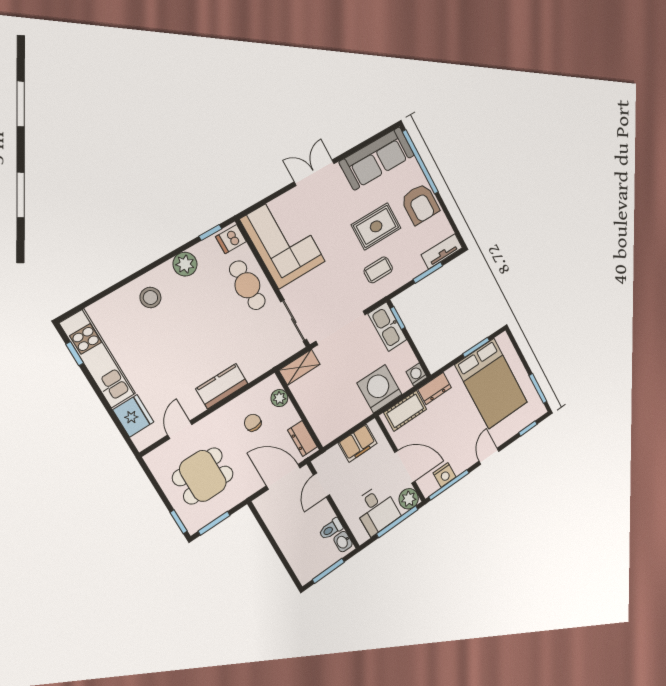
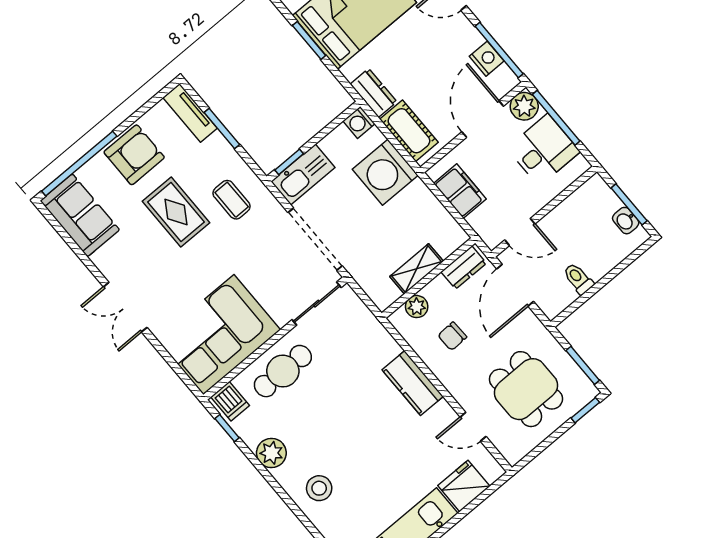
sofa: (377, 158) -> (80, 215), width x0.73
shelving: (300, 367) -> (417, 269), moved, turned 90
toilet: (331, 529) -> (578, 279), moved, turned 180
washbasin: (343, 542) -> (626, 221), moved, turned 90

